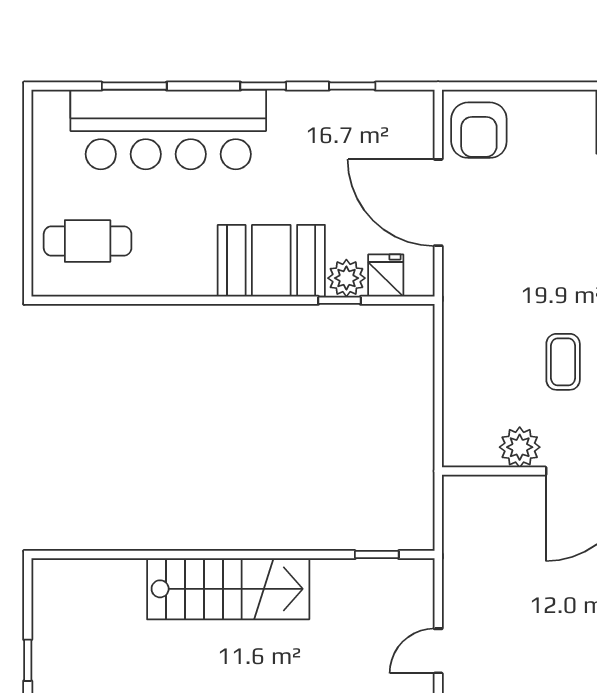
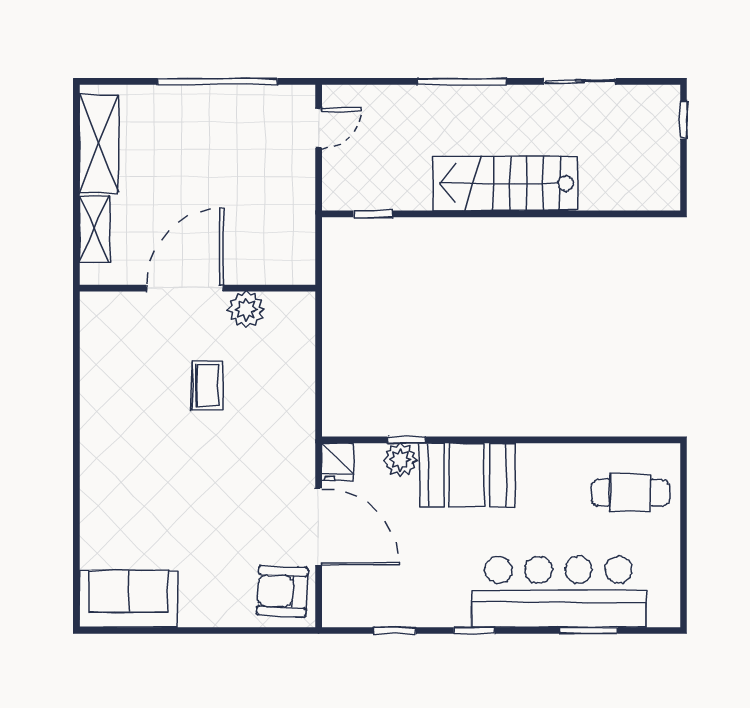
armchair: (479, 130) -> (282, 591), turned -87
fridge: (386, 276) -> (338, 462), moved

